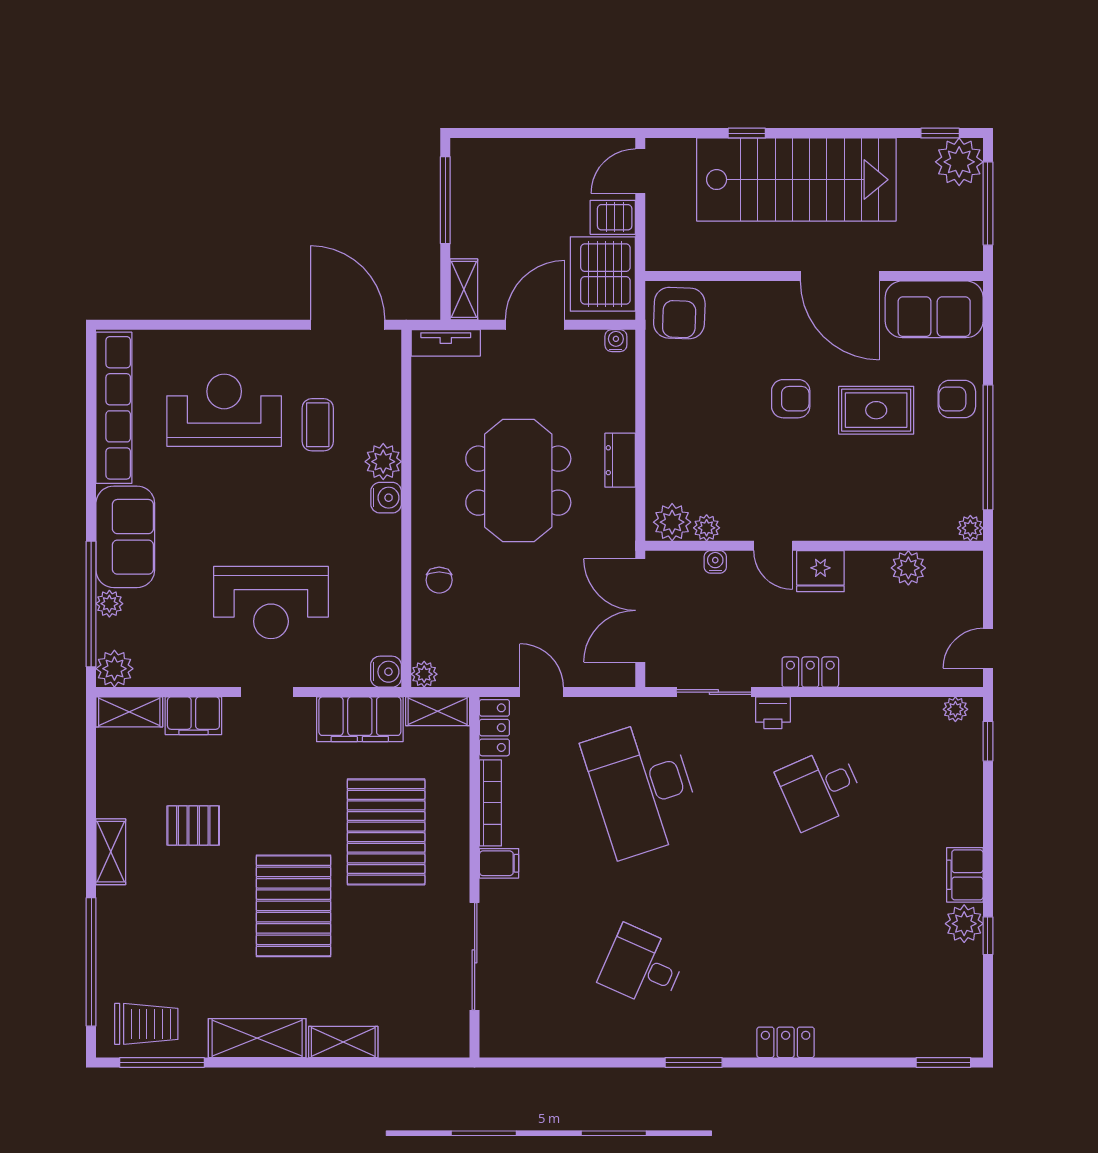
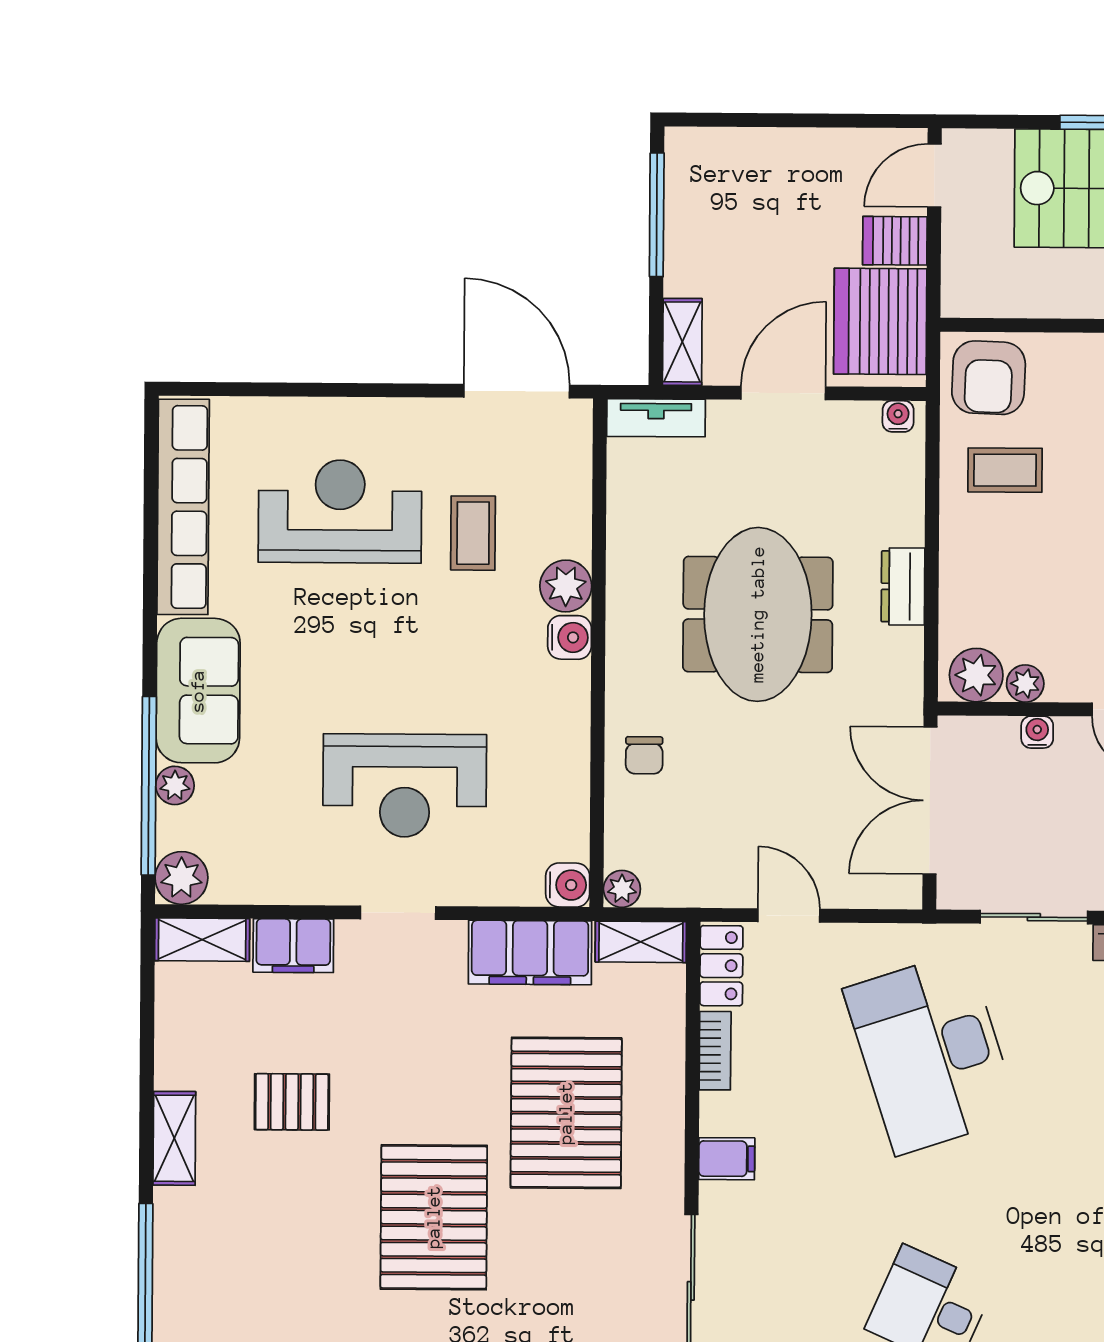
coffee table: (691, 378) -> (1005, 470), added
bookcase: (490, 803) -> (715, 1051), width x0.64

